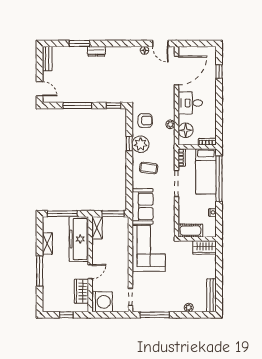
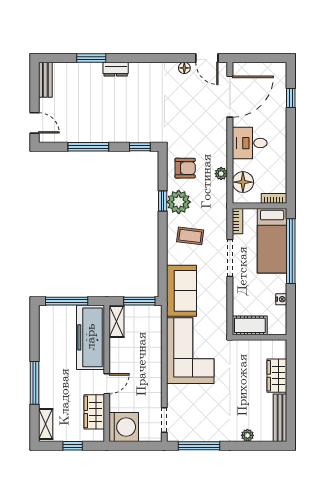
shelving: (47, 243) -> (46, 424), moved
wardrobe: (204, 247) -> (277, 376), moved, turned 90

